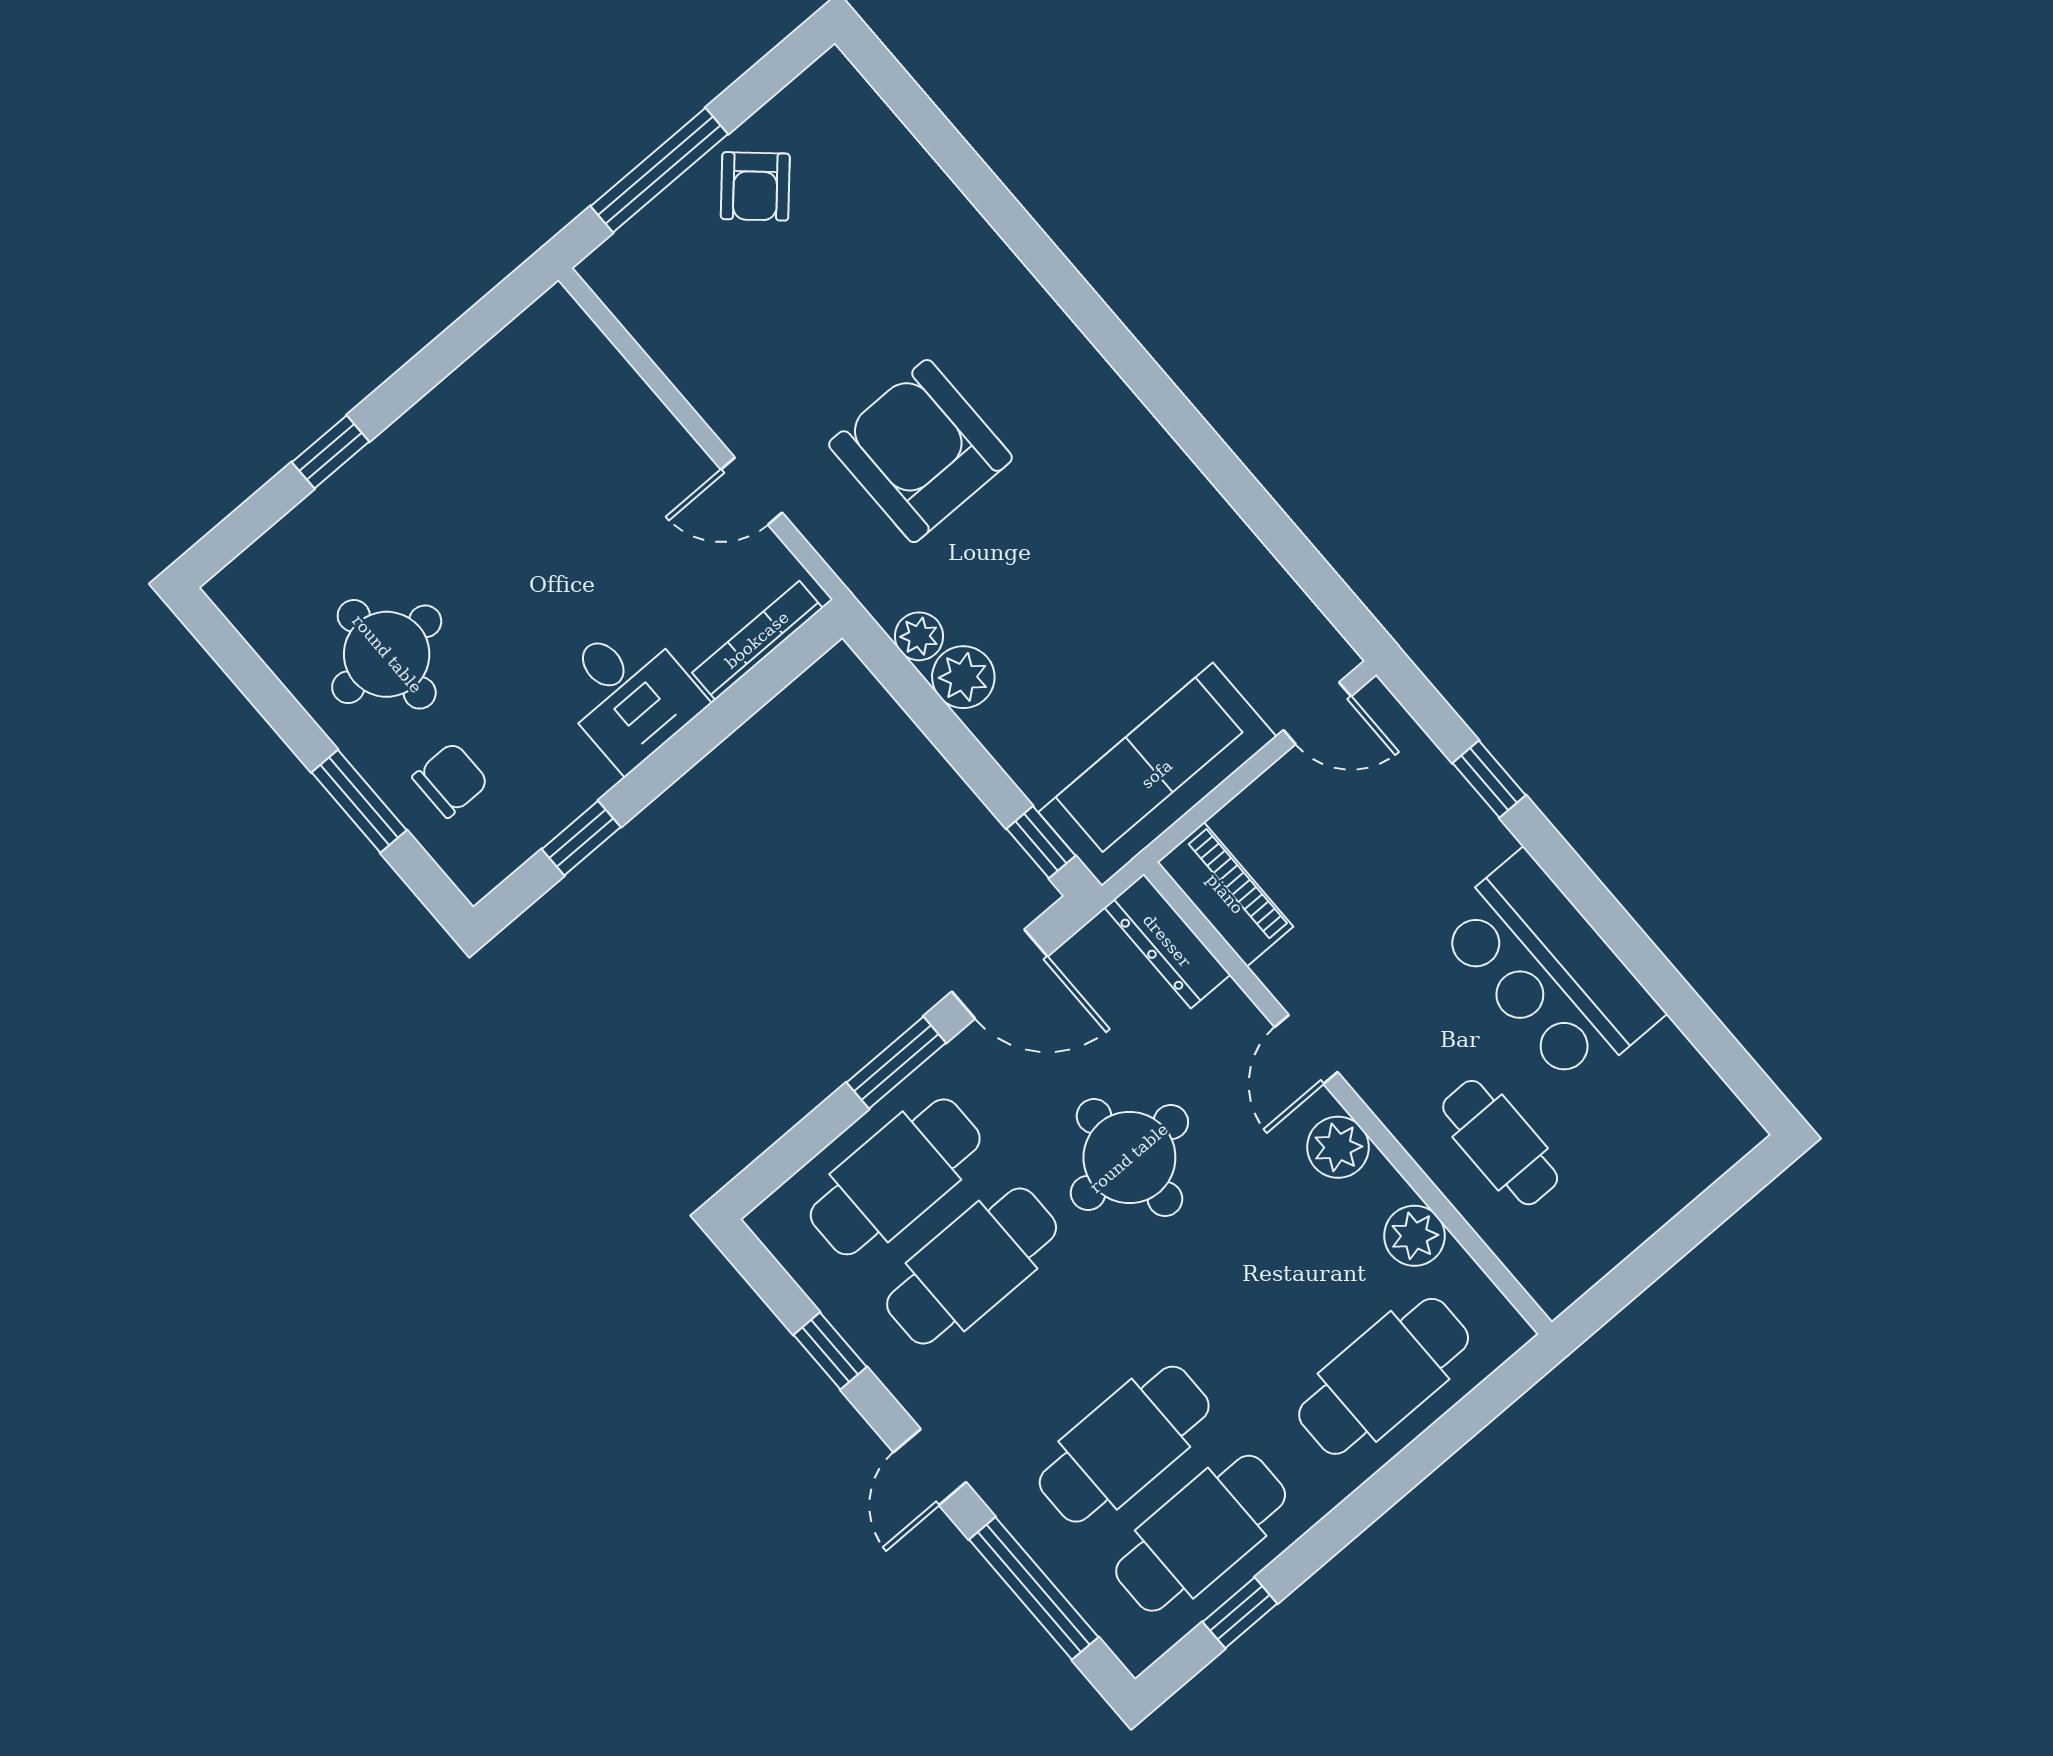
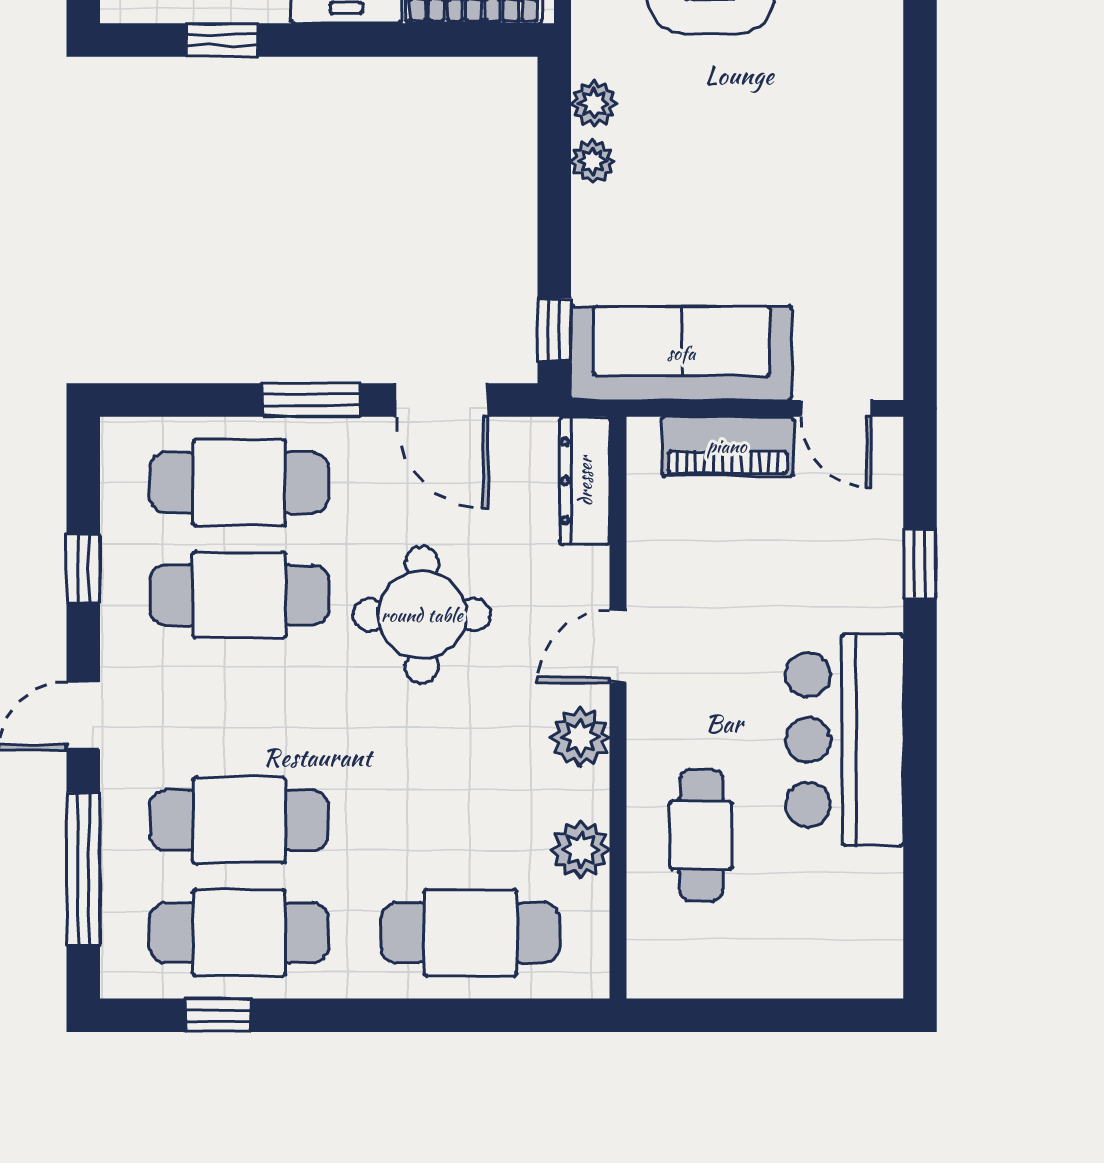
plant: (963, 677) -> (593, 161), width x0.73, depth x0.73
piano: (1225, 894) -> (727, 446), moved, turned 90

